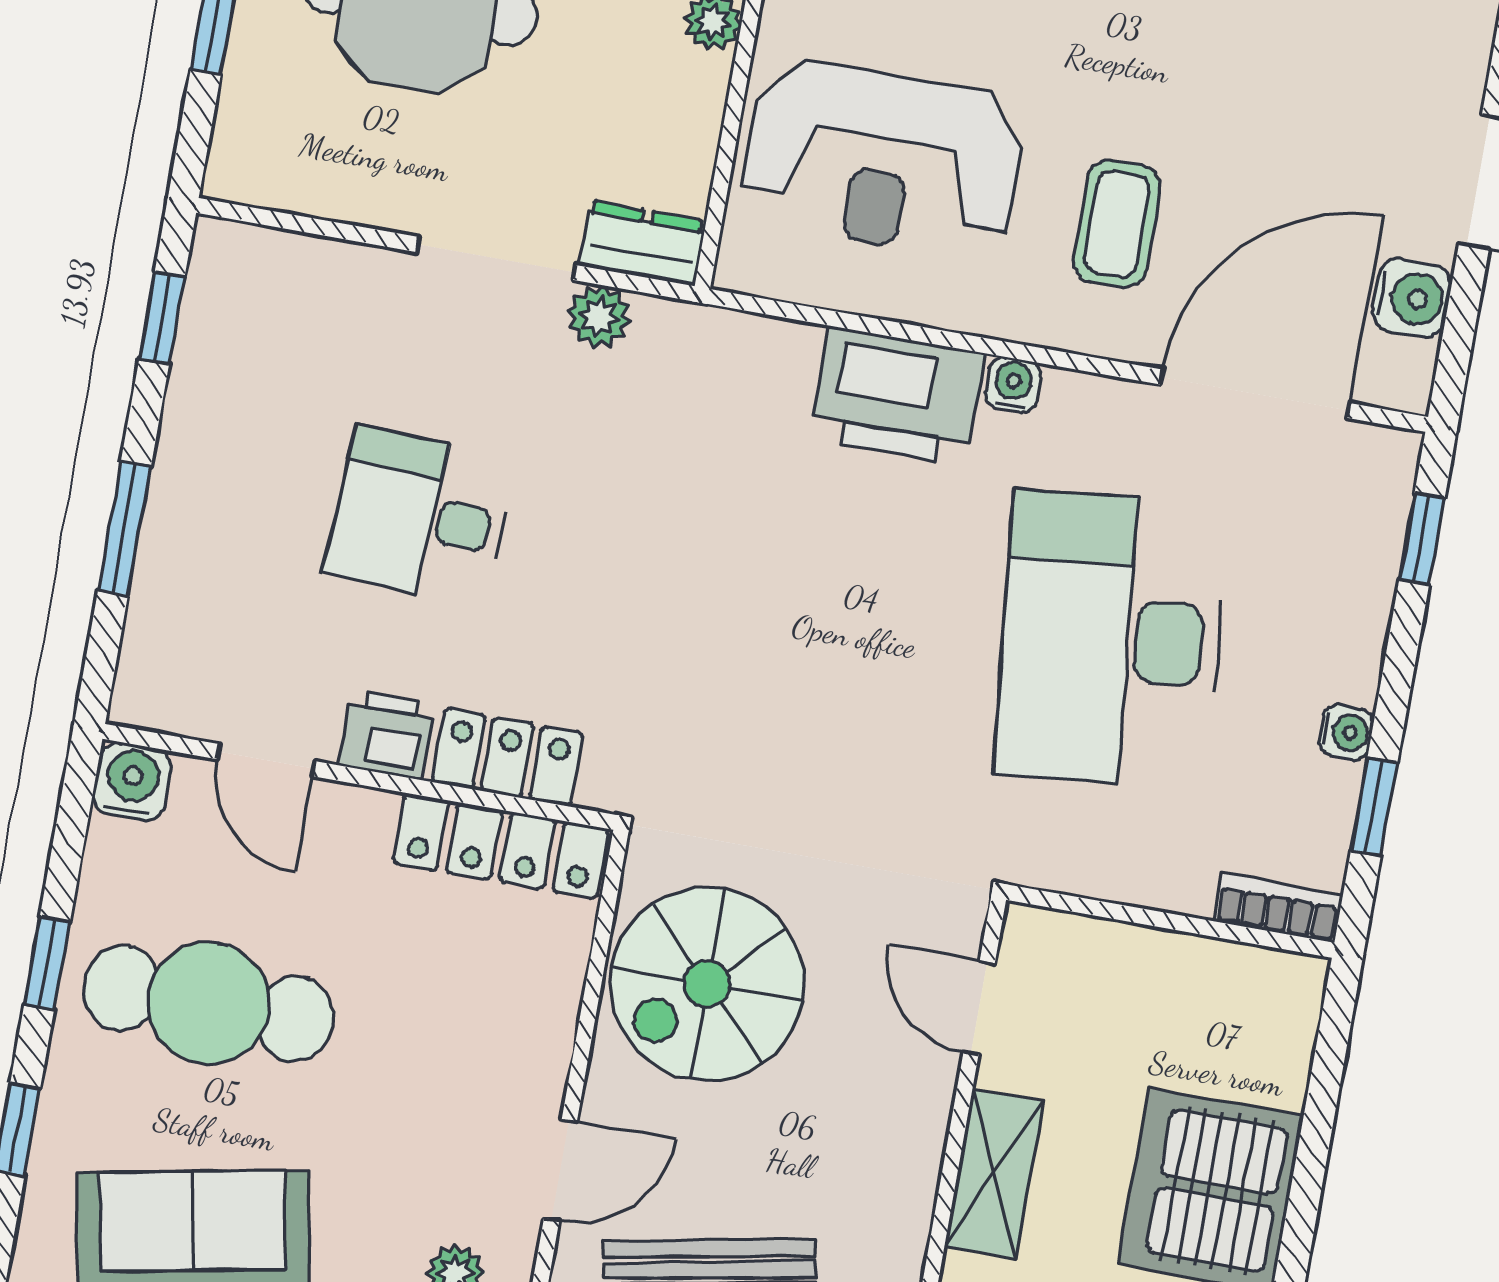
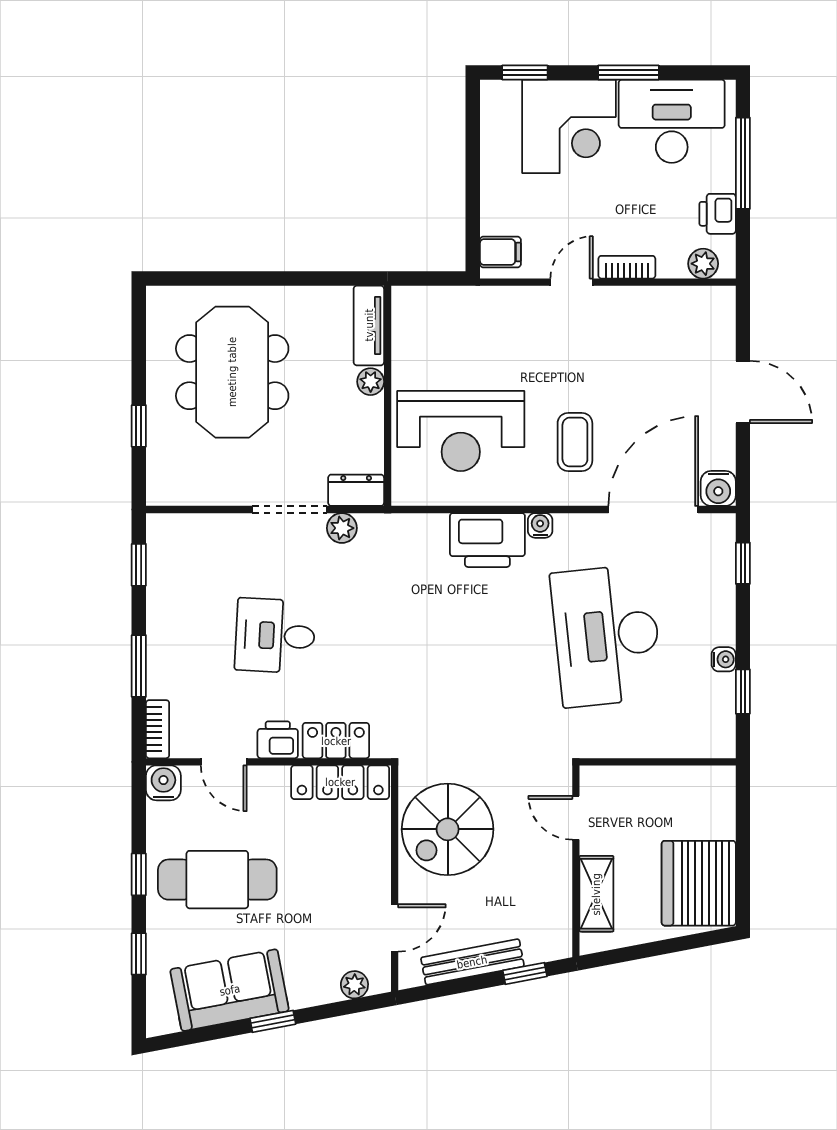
water cooler: (1412, 298) -> (718, 488), moved, turned 90
bookcase: (1278, 908) -> (158, 729), moved, turned 90

